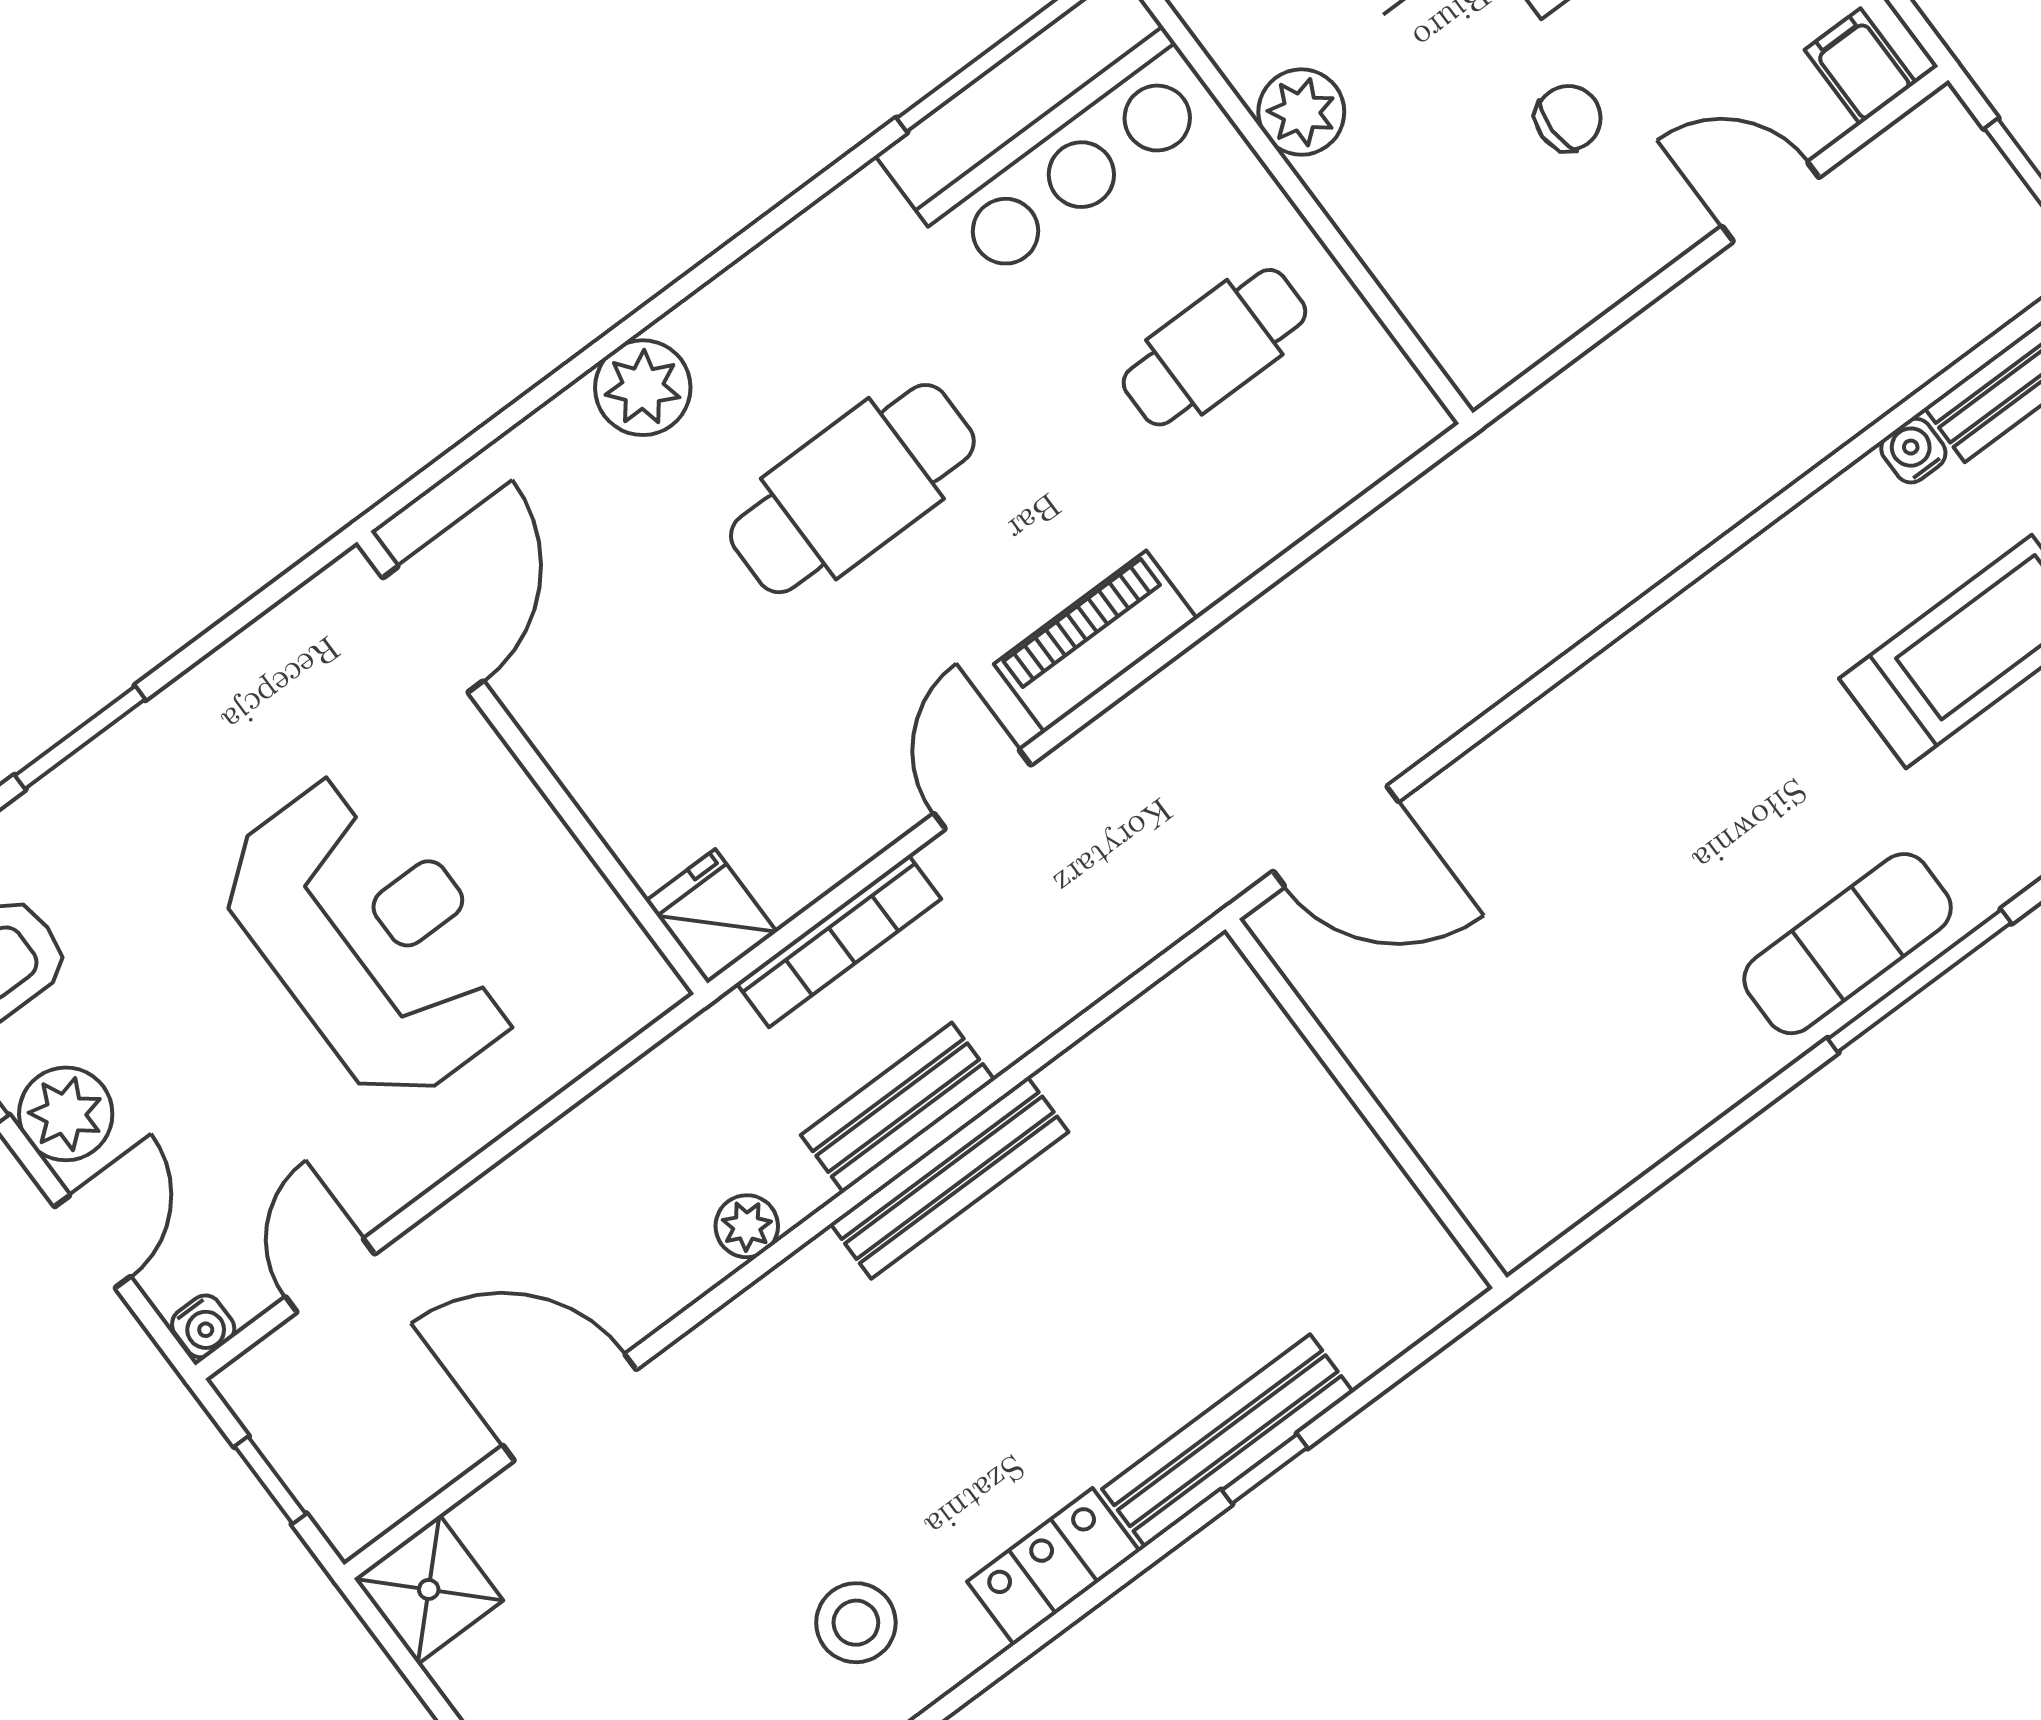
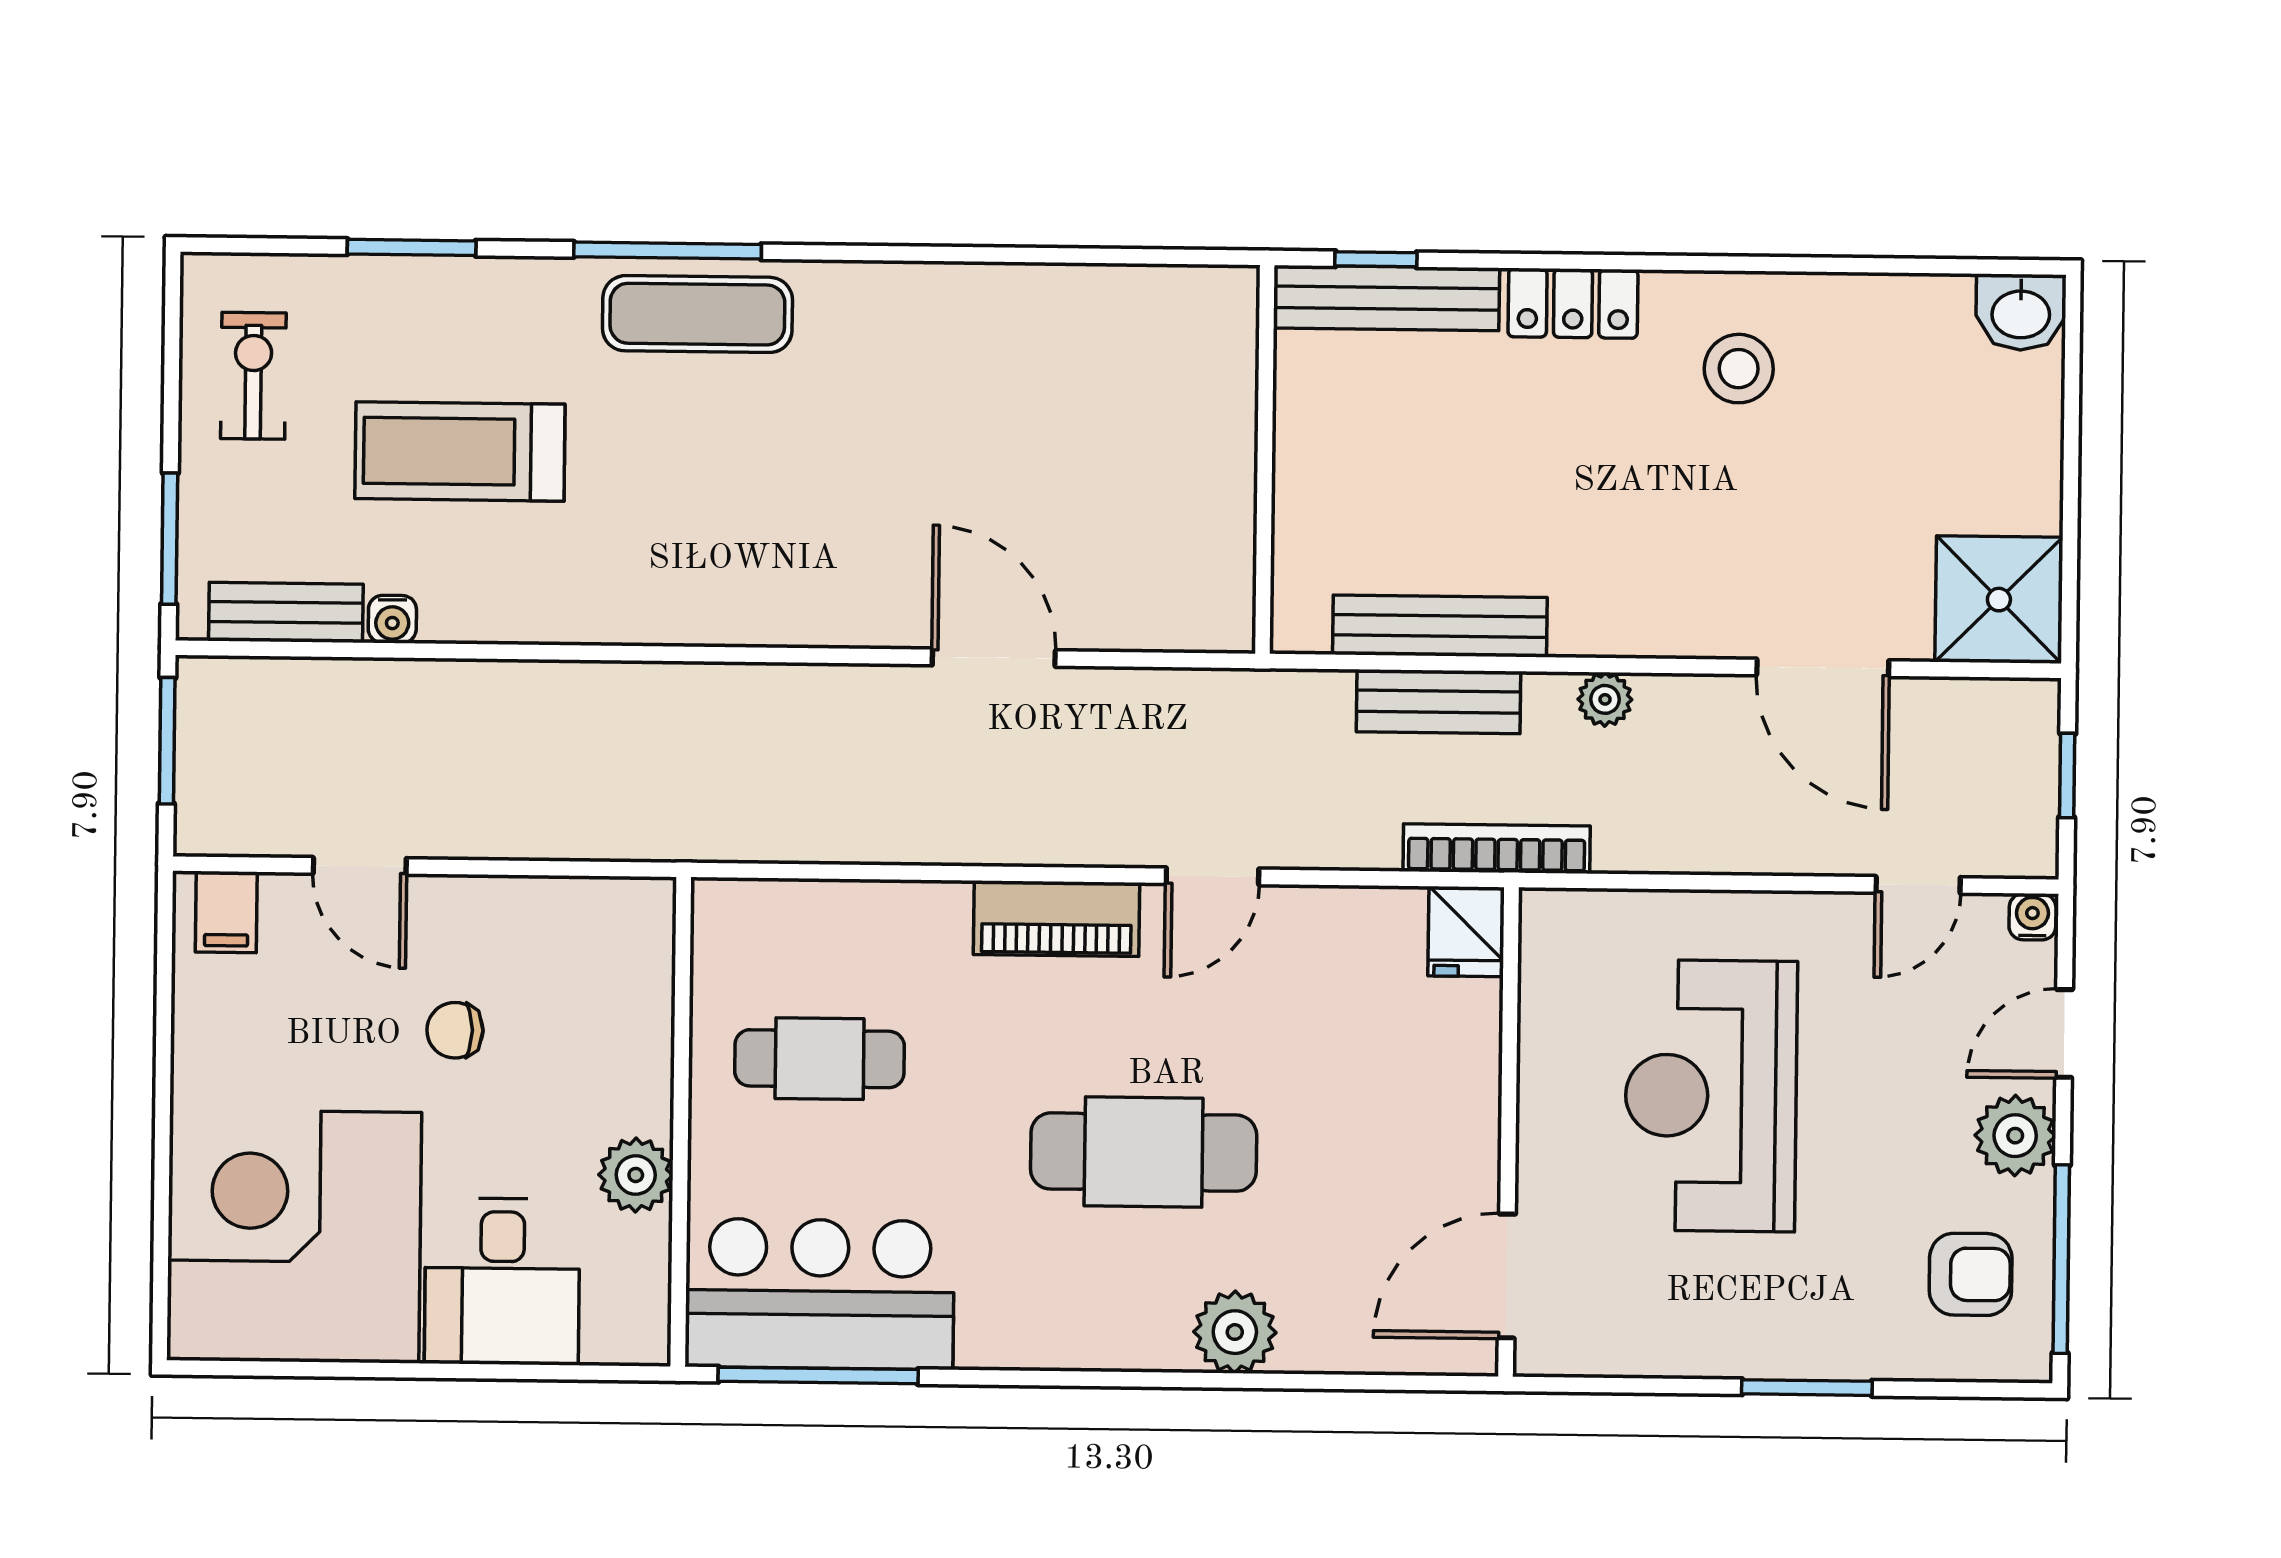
bookcase: (839, 941) -> (1497, 849), moved
wall: (1366, 1104) -> (1265, 459), moved
shower: (429, 1589) -> (1999, 600), width x1.36, depth x1.36

